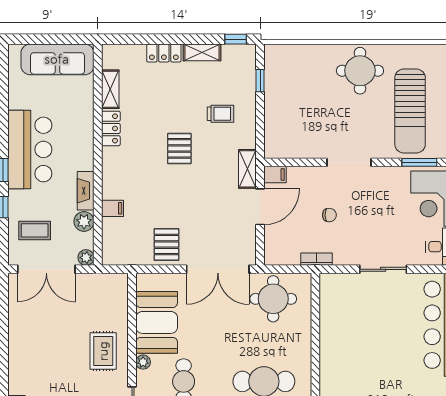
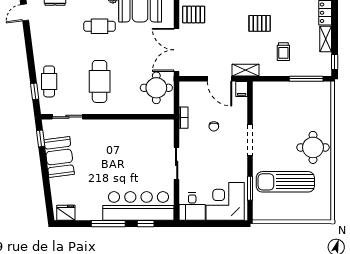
window: (260, 81) -> (306, 79), width x2.17

